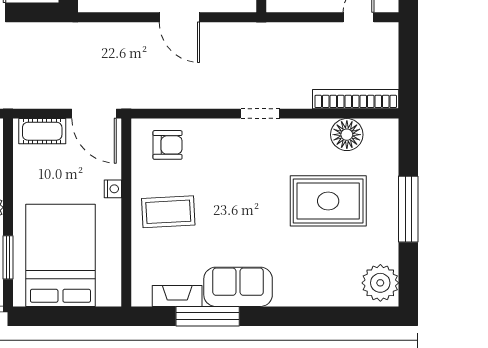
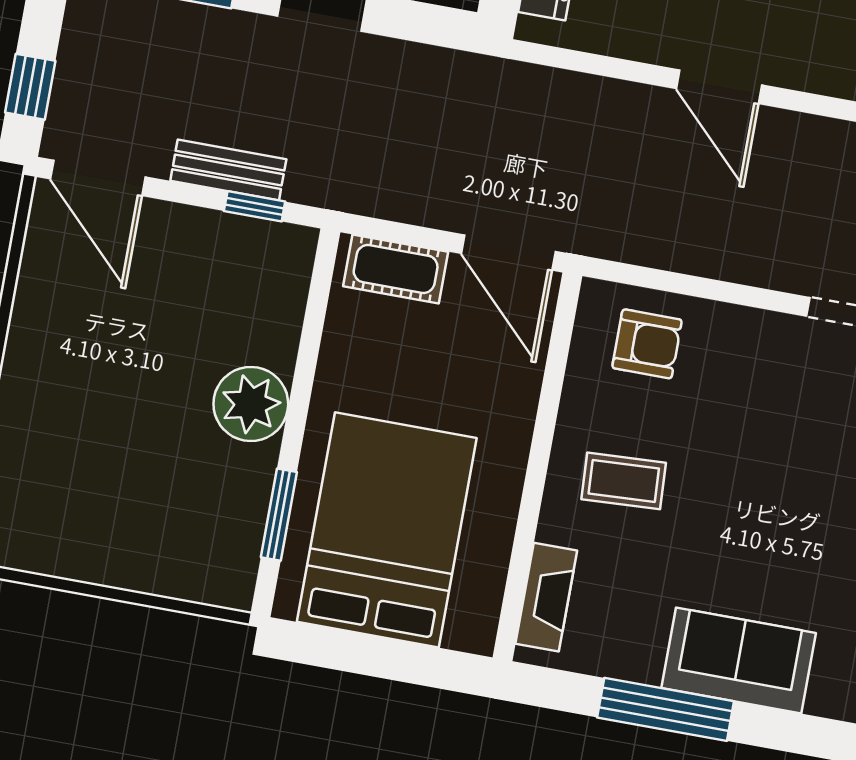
nightstand: (113, 189) -> (519, 413), removed
coffee table: (168, 212) -> (624, 481), width x0.73, depth x0.77
fireplace: (177, 296) -> (546, 597), moved, turned 90

